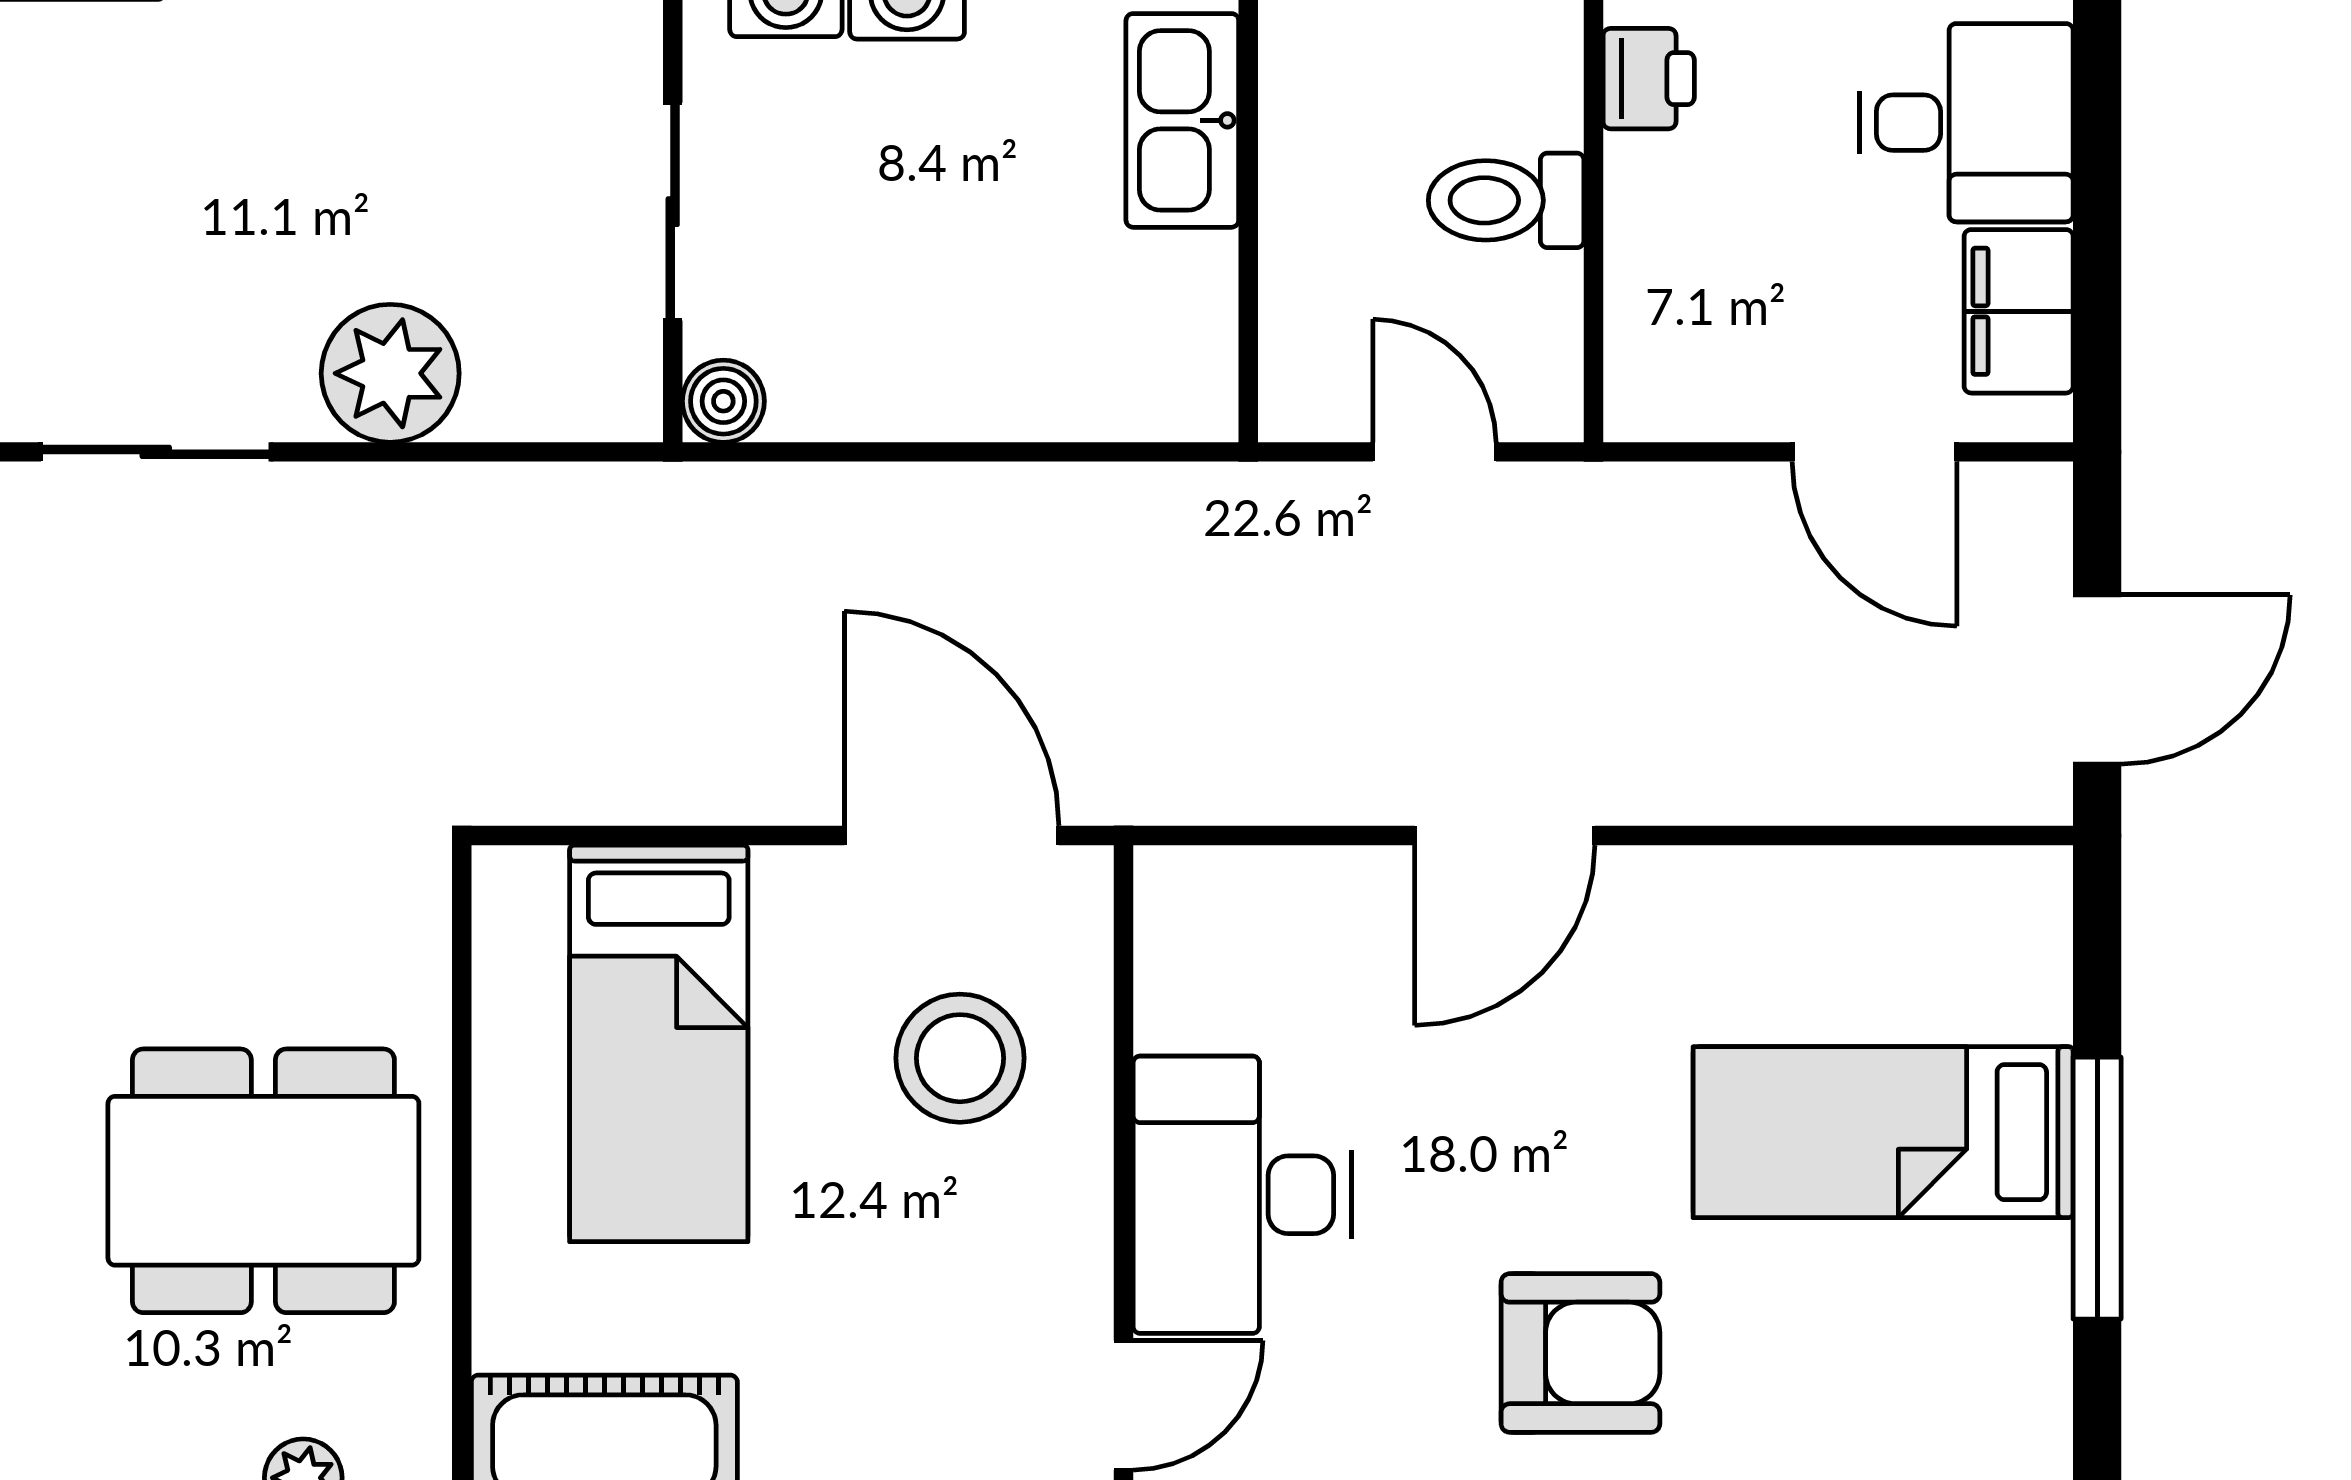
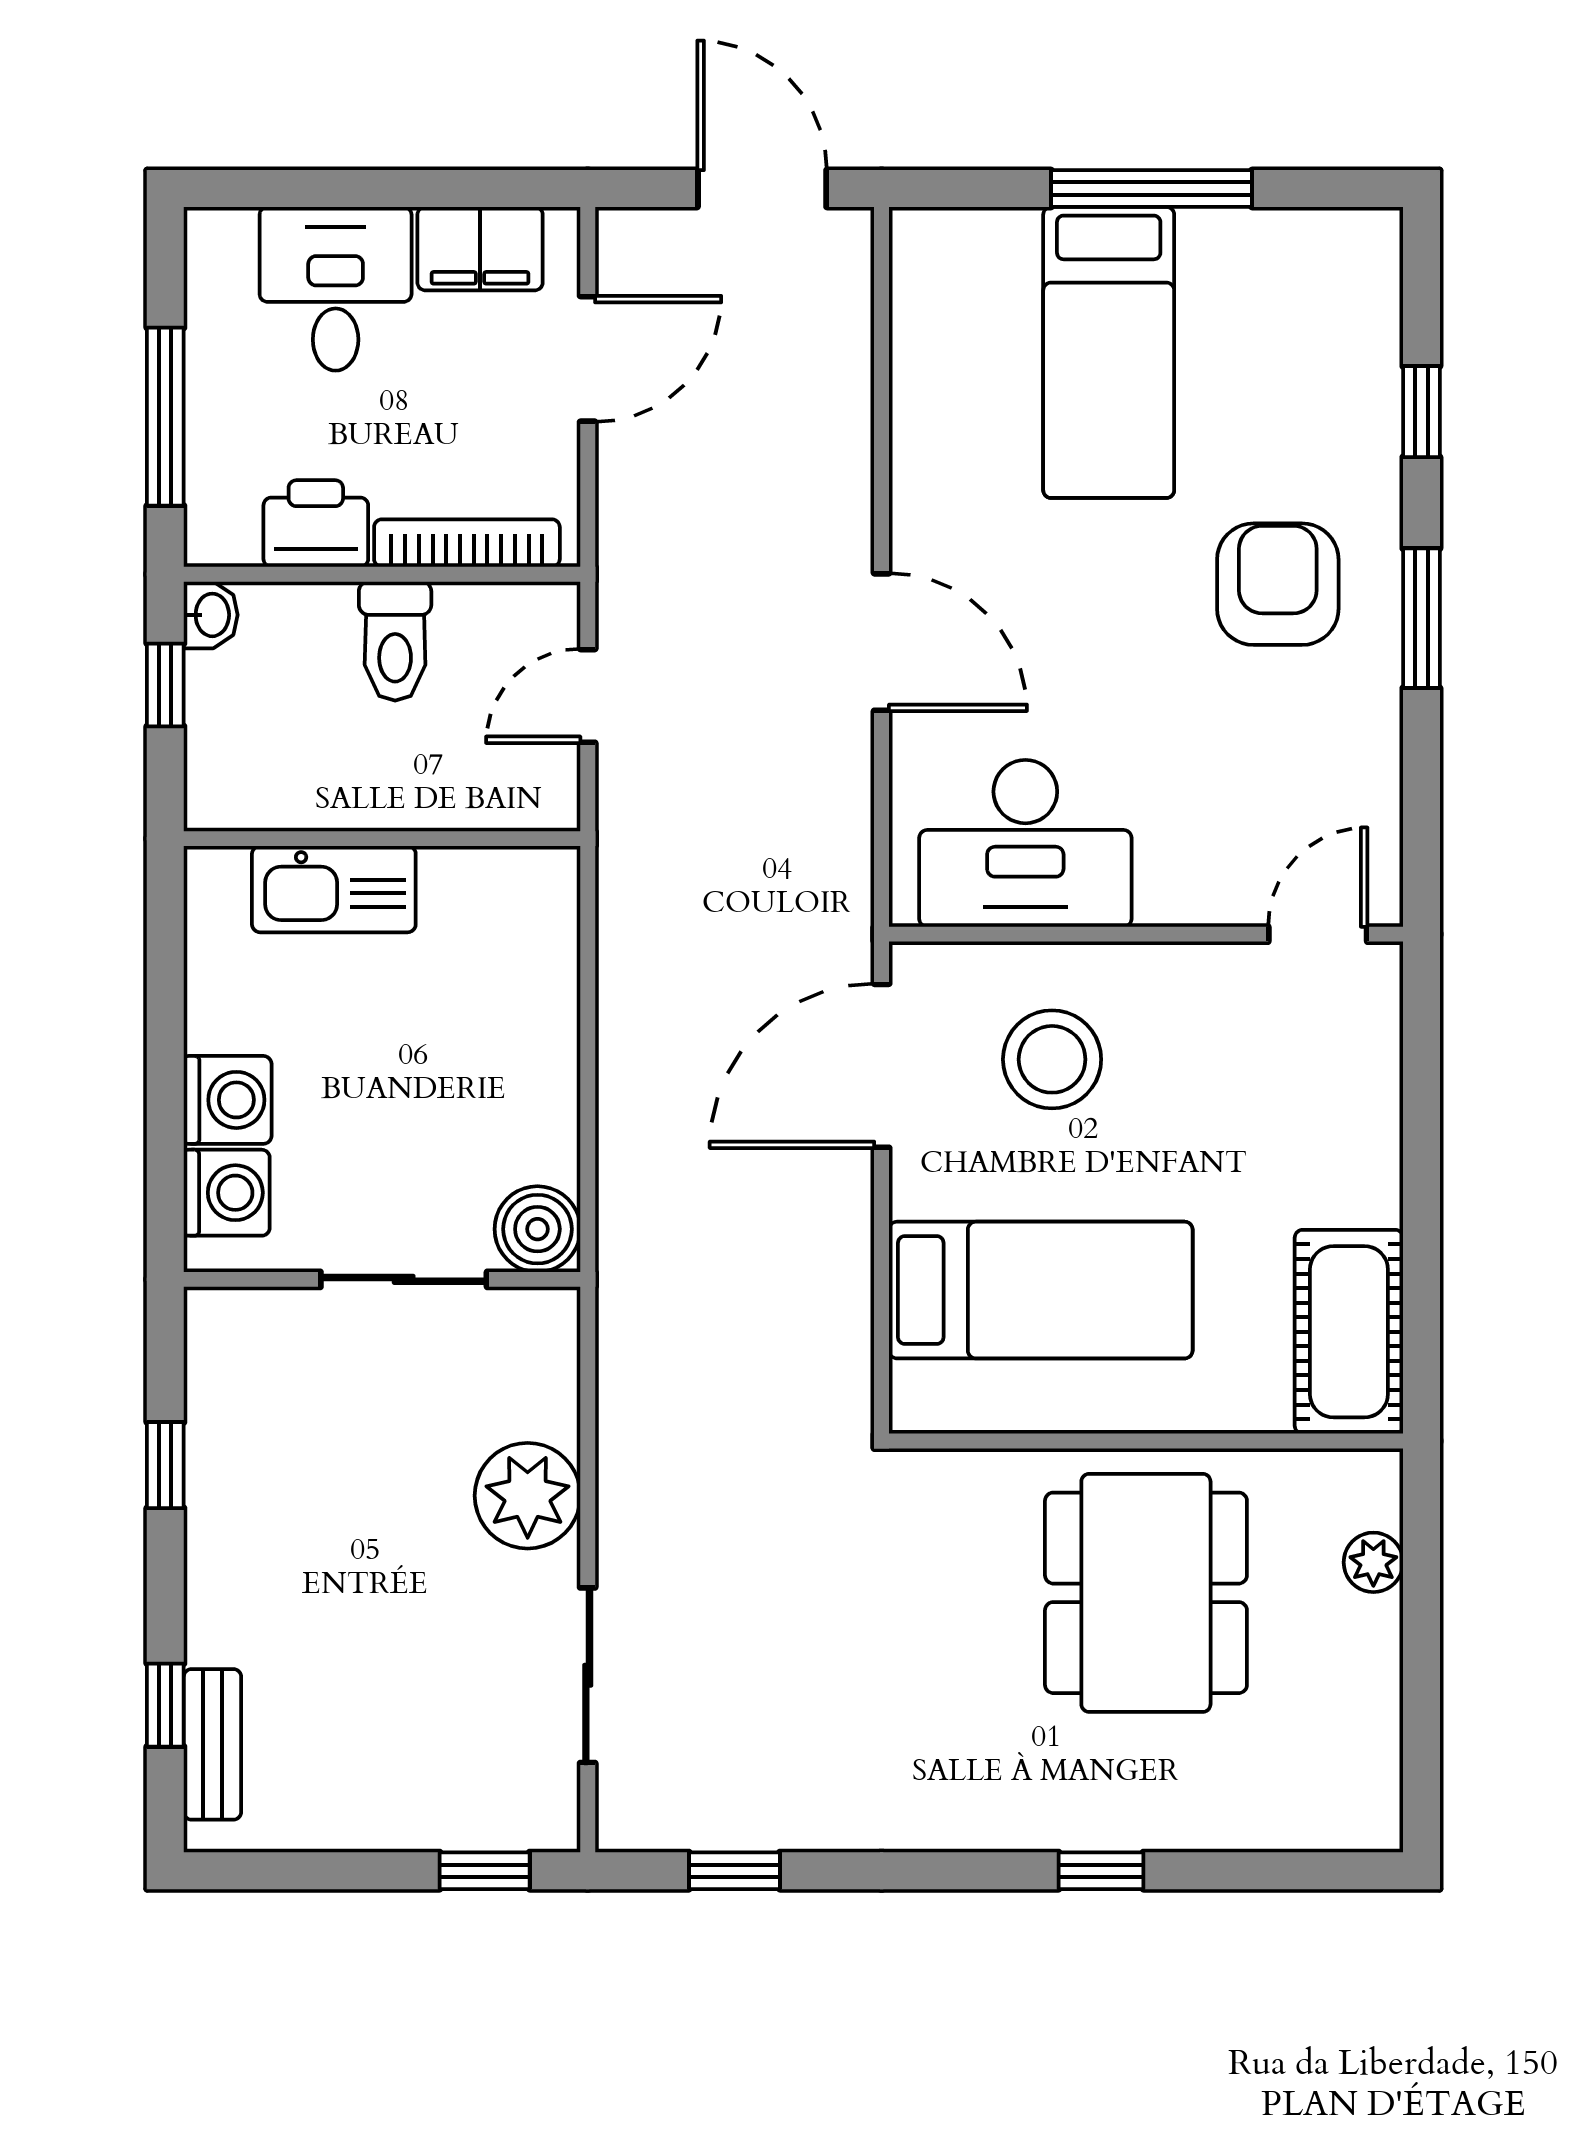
printer: (1649, 79) -> (316, 524), width x1.36, depth x1.24
bookcase: (1634, 294) -> (467, 543), added
boiler: (723, 401) -> (537, 1229), width x1.36, depth x1.36
desk: (1242, 1195) -> (1025, 843), moved
door: (1124, 1405) -> (1318, 934), hinge flipped

